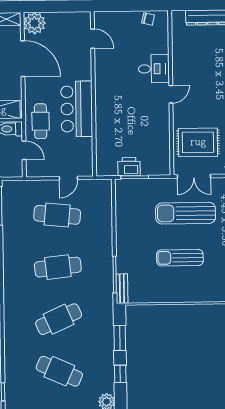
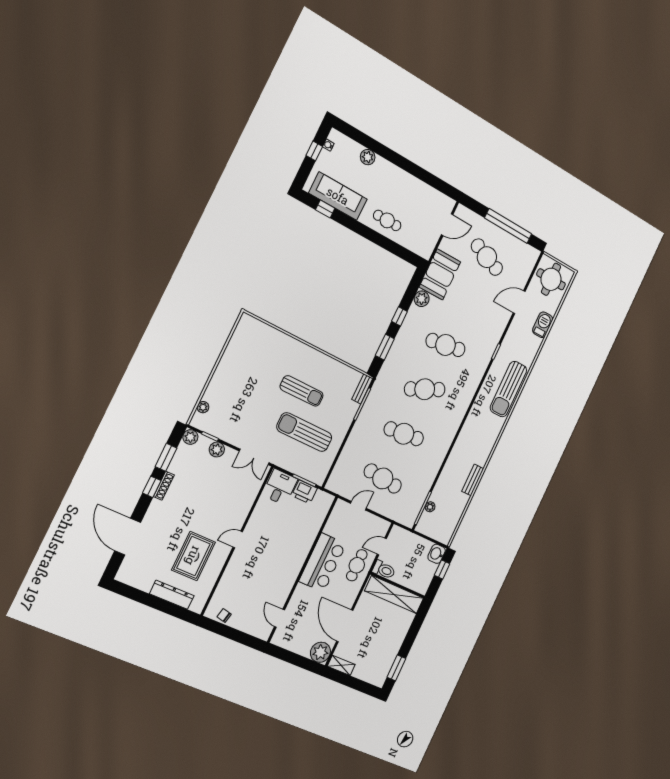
desk: (154, 69) -> (280, 487), moved, turned 90
rug: (198, 142) -> (193, 556), moved, turned 90
door: (24, 150) -> (382, 546), hinge flipped
double door: (194, 176) -> (254, 457), swing flipped
sun lounger: (186, 213) -> (304, 432), moved, turned 180
cafe table: (59, 371) -> (446, 345), turned -33

